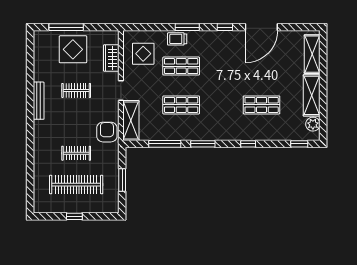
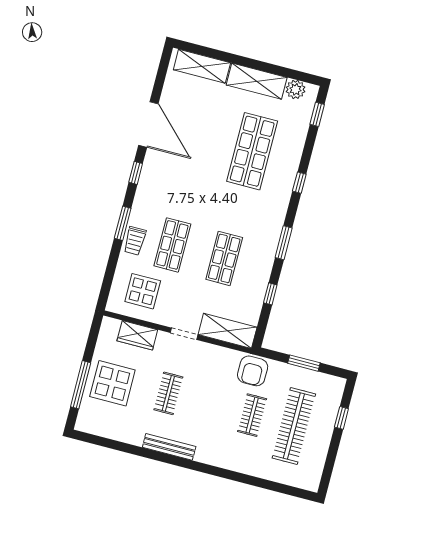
shop shelf: (262, 105) -> (252, 151), width x1.43, depth x1.36
armchair: (107, 132) -> (253, 371), moved, turned -90
window: (165, 144) -> (270, 294), width x0.46
window: (74, 216) -> (341, 418), moved

